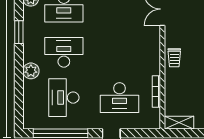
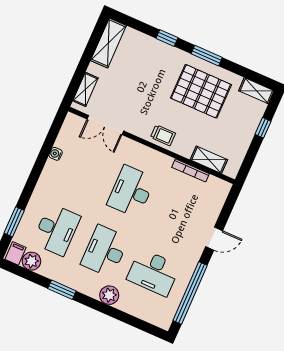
desk: (119, 98) -> (131, 191), moved, turned 180
shelving: (179, 123) -> (209, 160), moved, turned 90

